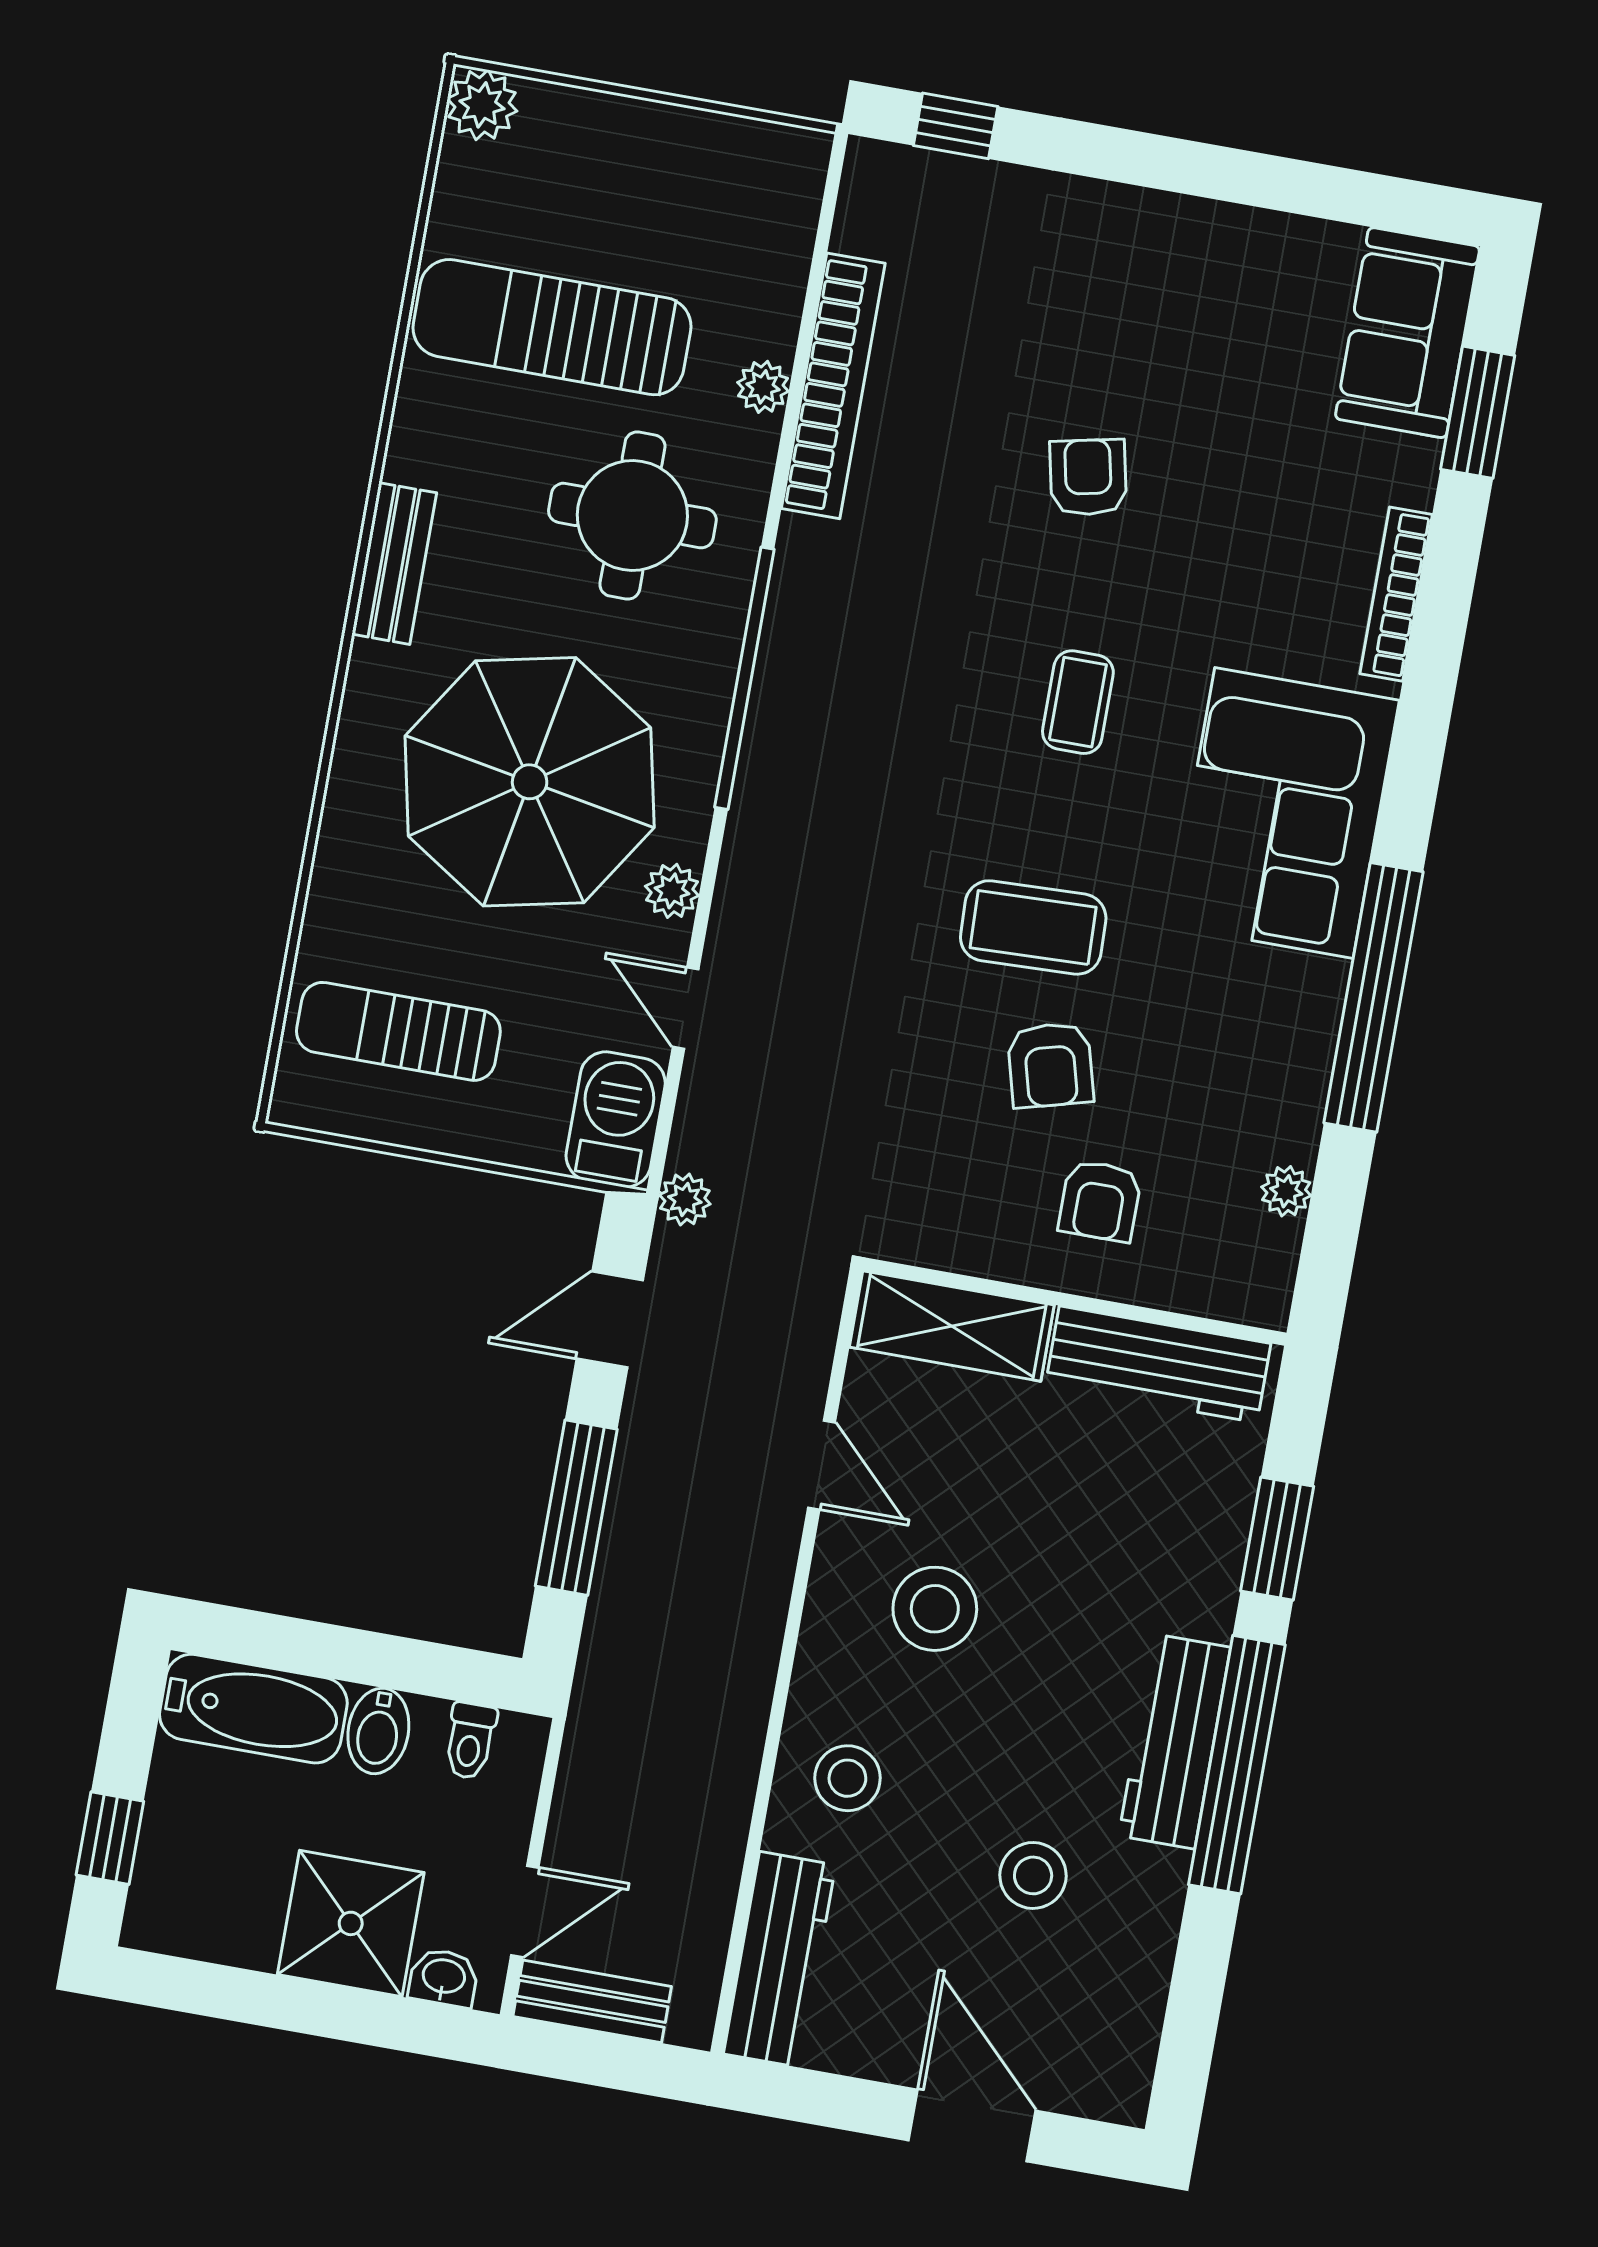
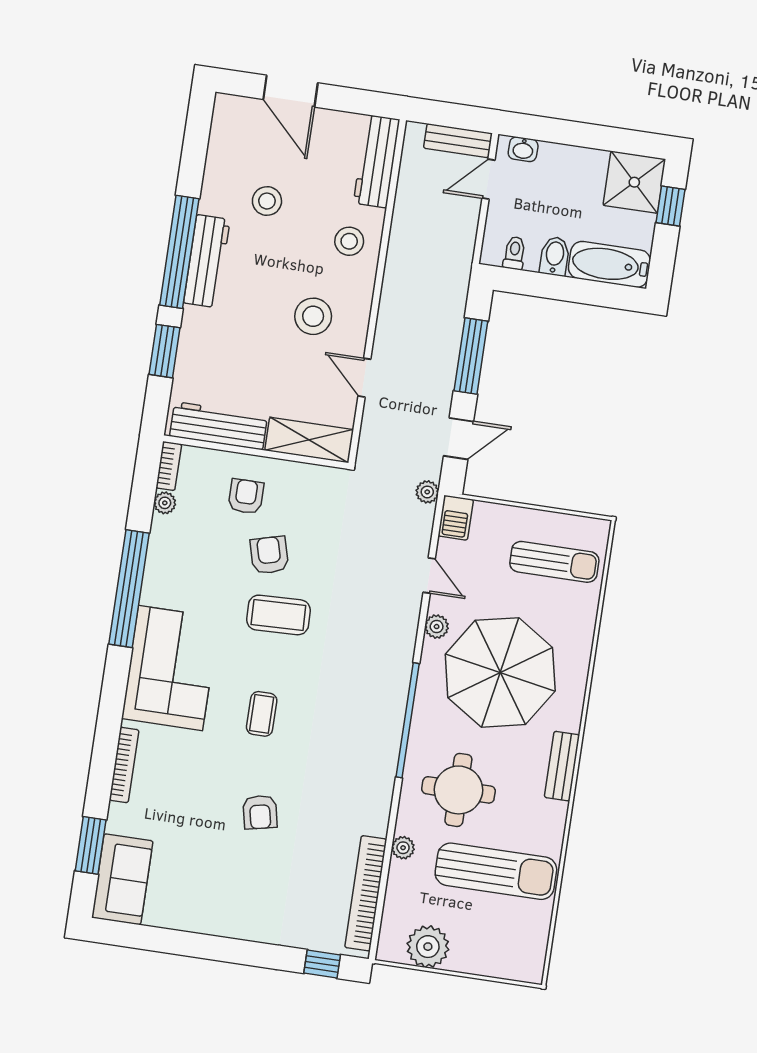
plant: (482, 105) -> (428, 947), moved, width x1.36, depth x1.36
bookcase: (833, 386) -> (366, 893), moved
barbecue: (616, 1119) -> (456, 518), width x0.73, depth x0.79
bookcase: (1275, 1275) -> (169, 466), added
shower: (351, 1923) -> (634, 182), moved

